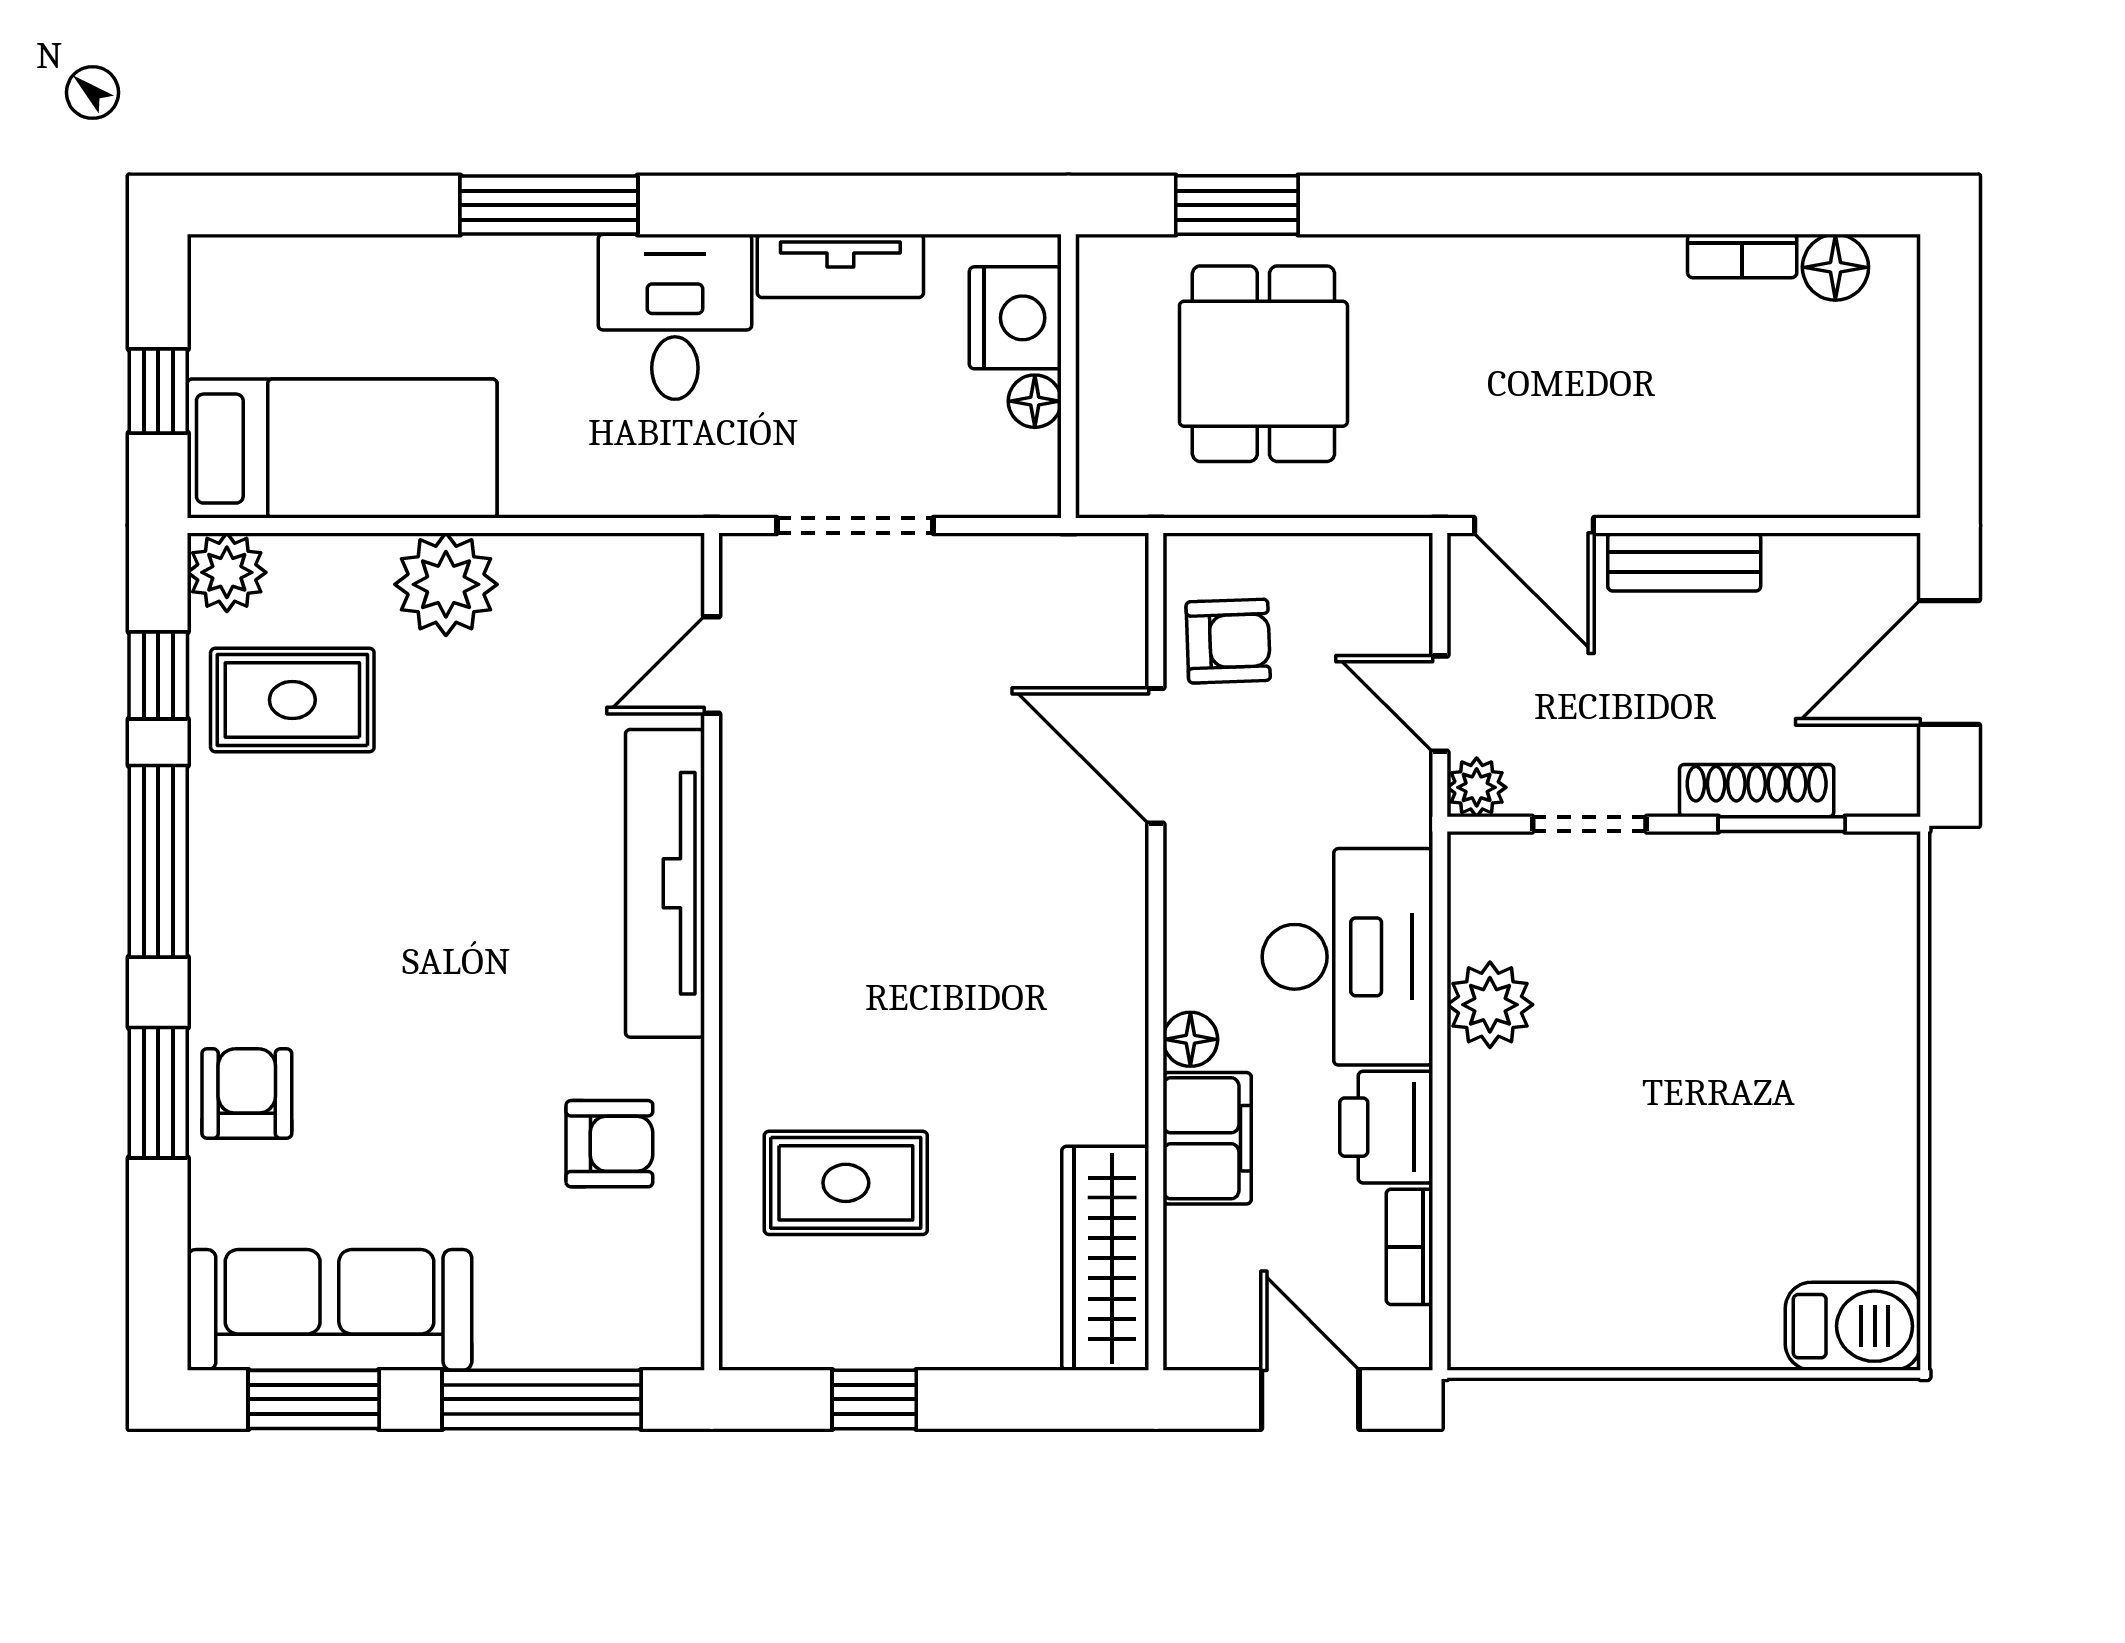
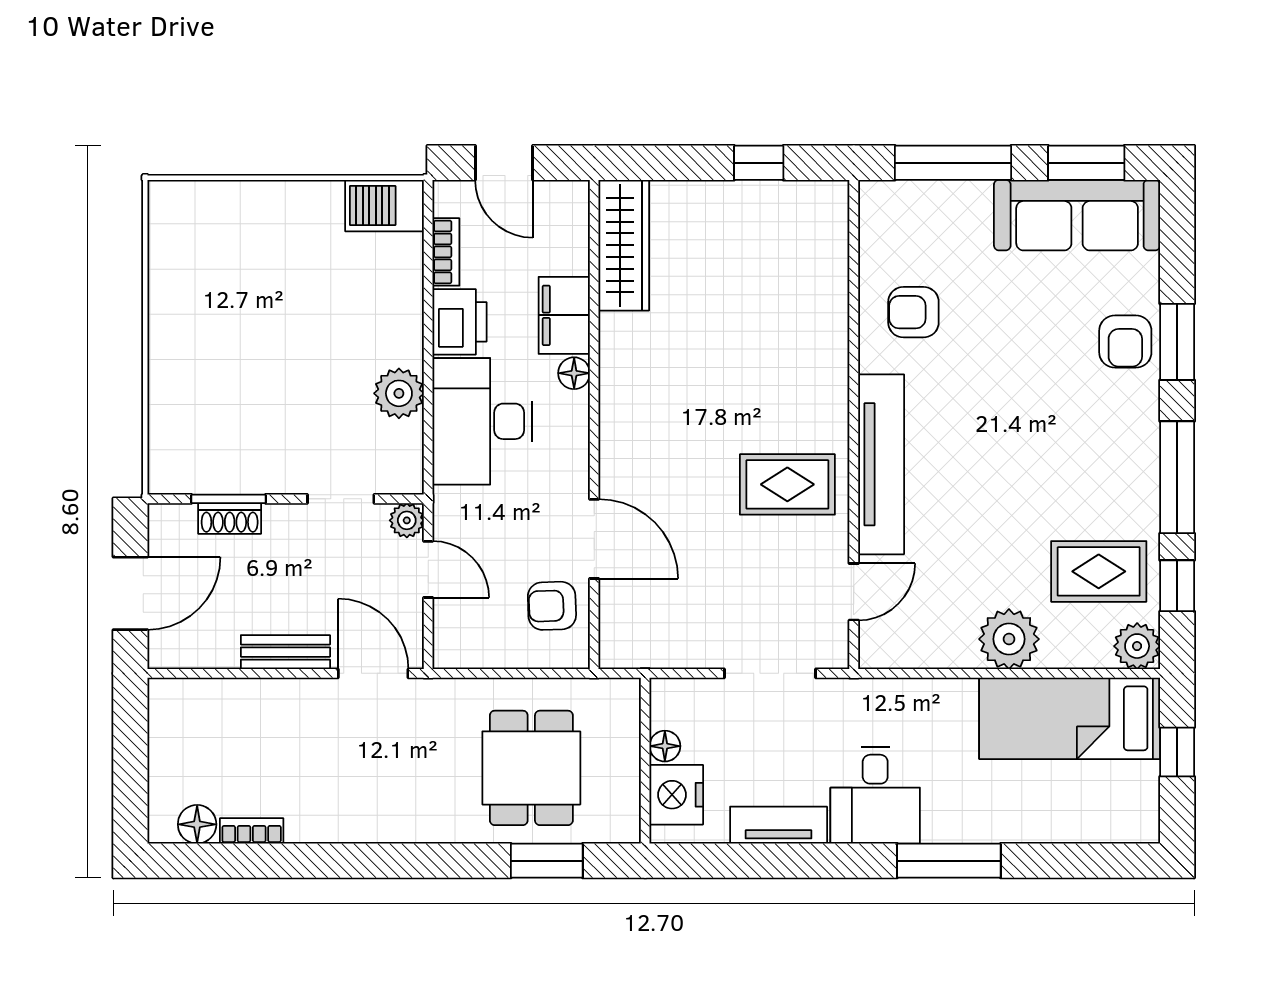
shoe rack: (1757, 791) -> (230, 518), width x0.70
rug: (846, 1183) -> (787, 484), moved
barbecue: (1853, 1326) -> (385, 206), moved

